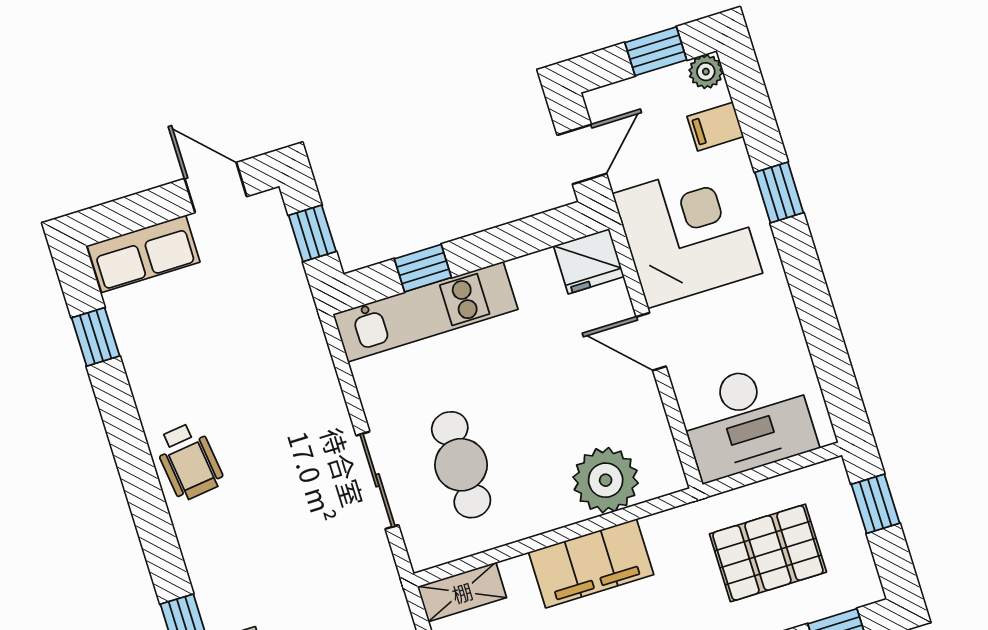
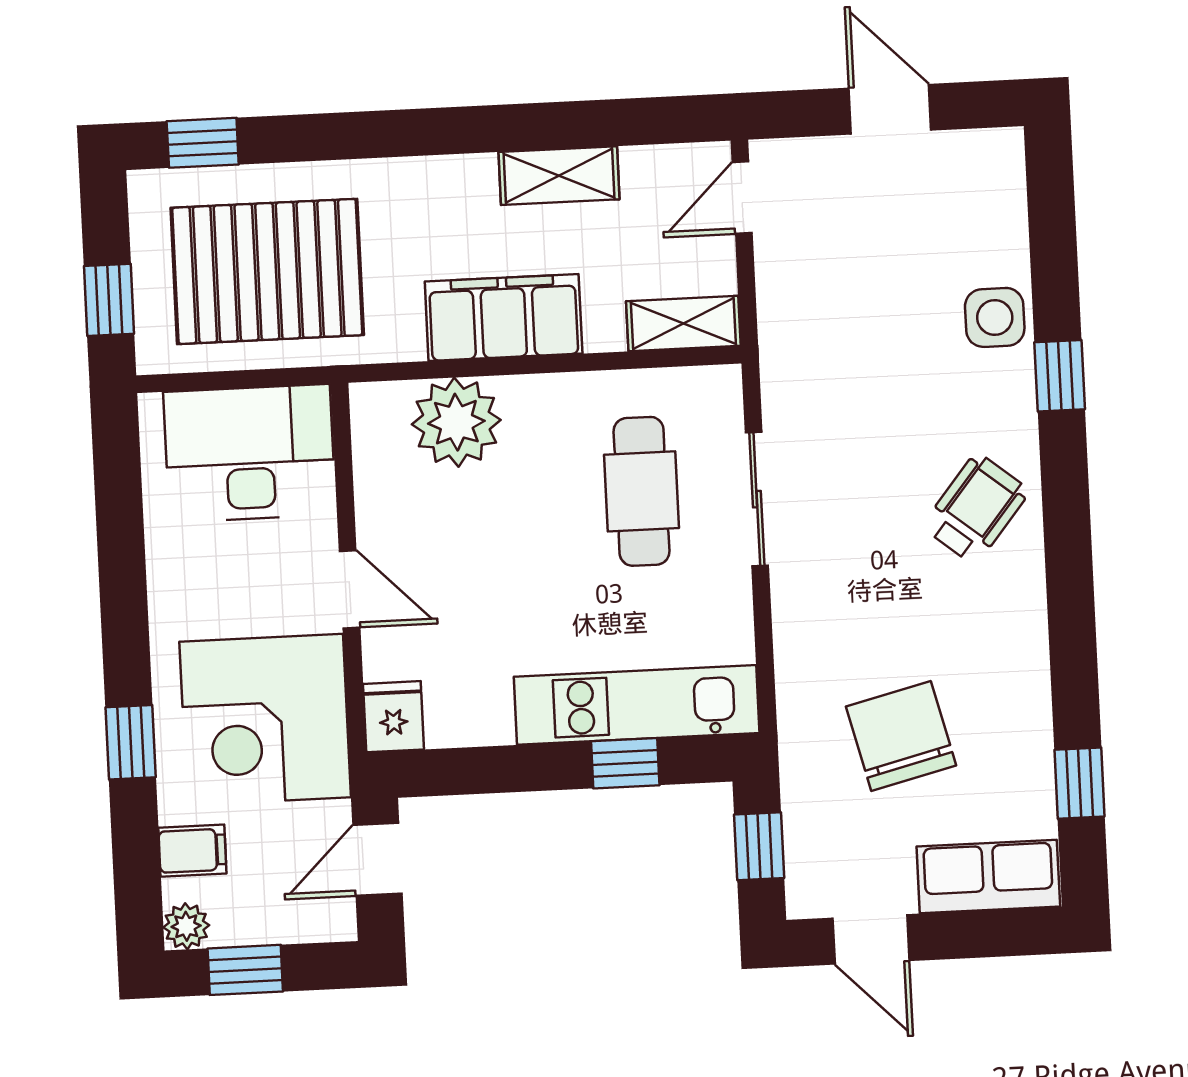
fridge: (589, 261) -> (393, 717), width x0.72
chair: (231, 338) -> (901, 736), added
wheelchair: (189, 461) -> (976, 509), moved, turned 46
pallet: (768, 553) -> (267, 271), width x1.37, depth x1.41

